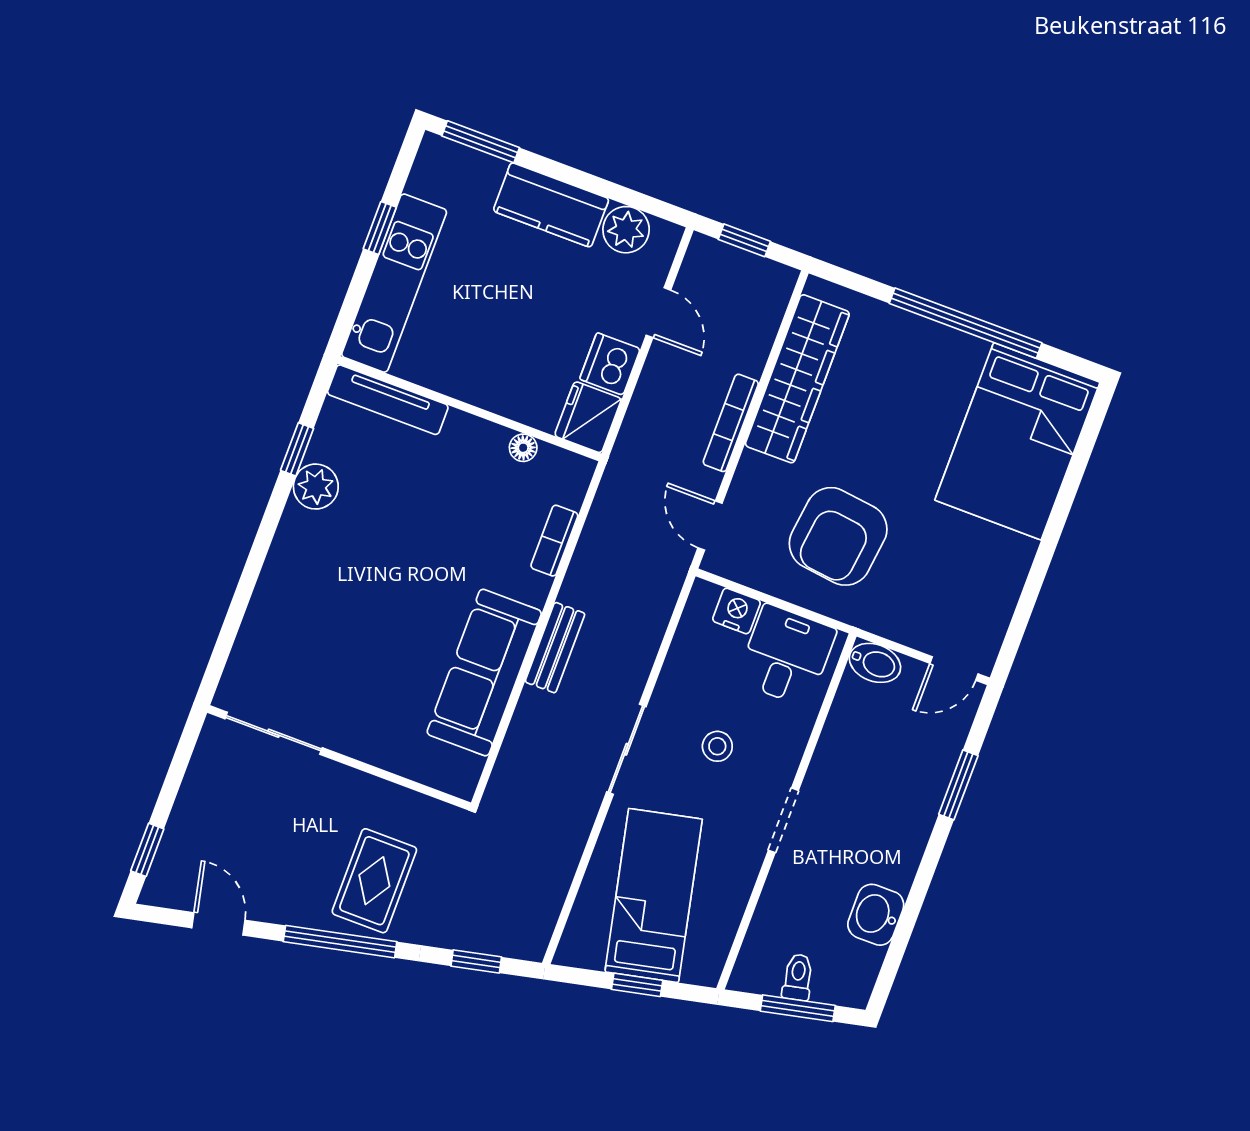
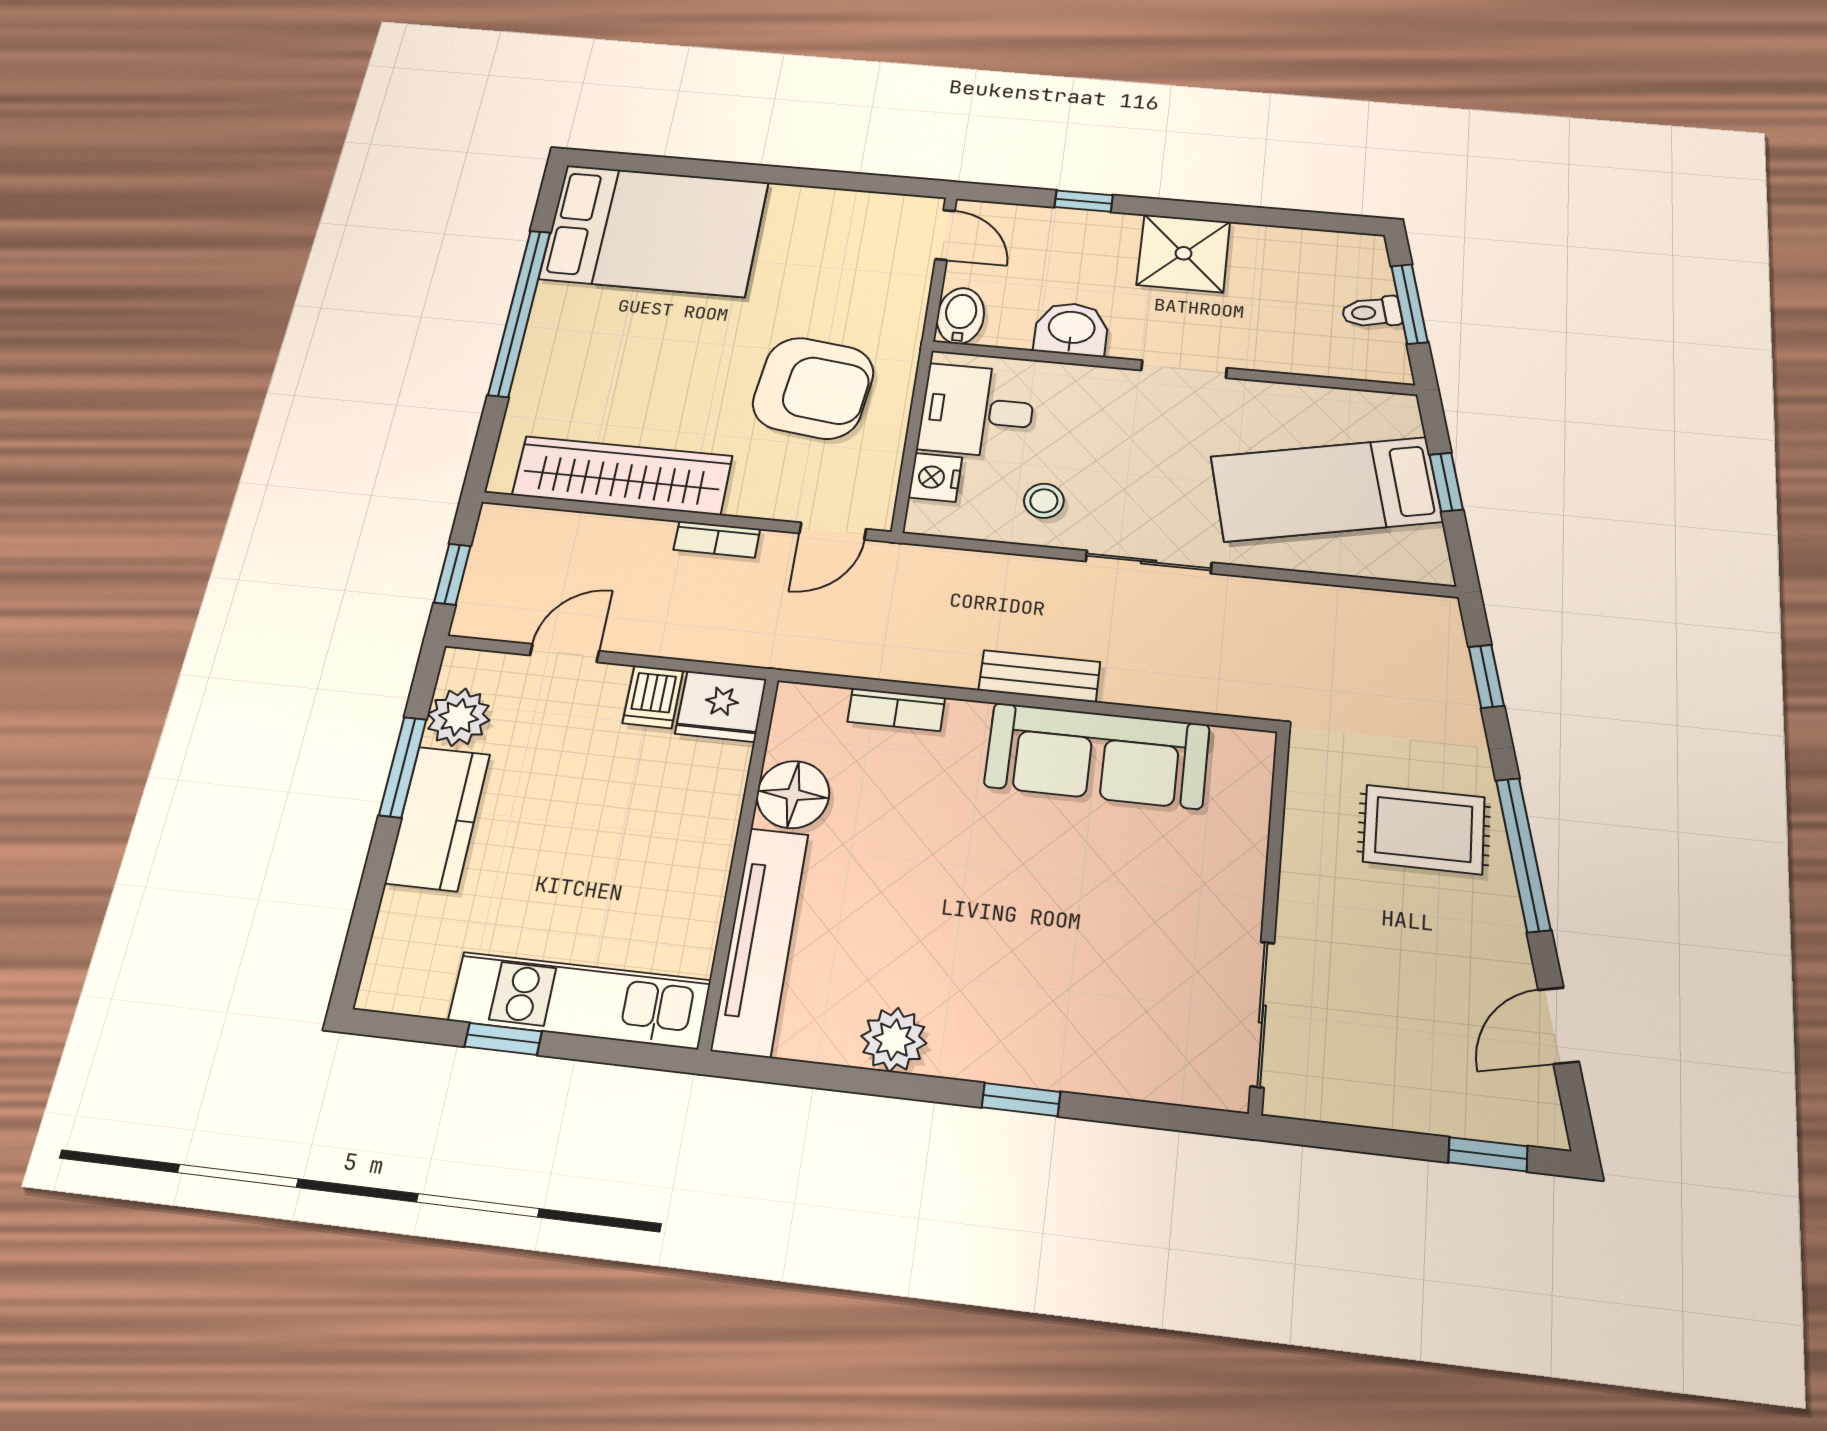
window: (481, 142) -> (403, 767), moved
dishwasher: (610, 364) -> (653, 697), width x0.73
tv unit: (388, 400) -> (760, 941), width x1.36, depth x1.29
bookcase: (731, 423) -> (717, 539), width x0.64
floor lamp: (523, 448) -> (793, 795), width x1.89, depth x1.89
window: (297, 449) -> (1021, 1100), moved
stool: (717, 746) -> (1044, 501), moved
window: (958, 785) -> (1084, 201), width x0.67
shower: (889, 849) -> (1184, 253), added
washbasin: (876, 915) -> (1071, 329), moved, turned 180

